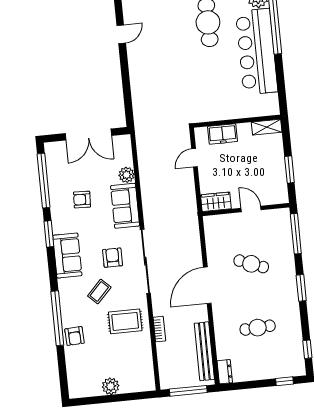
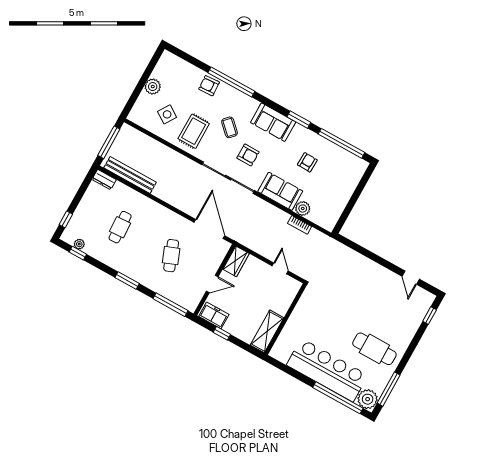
shelving: (267, 127) -> (267, 331), width x1.50, depth x1.33
freezer: (223, 134) -> (214, 315), moved, turned 90
double door: (88, 135) -> (353, 201), removed
window: (289, 169) -> (222, 333), width x0.67
cafe table: (251, 264) -> (171, 256), turned -42
door: (207, 285) -> (209, 229), moved
bookcase: (159, 329) -> (300, 225), moved
plant: (298, 354) -> (79, 244), added
side table: (127, 356) -> (167, 114), added

